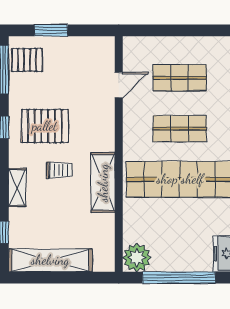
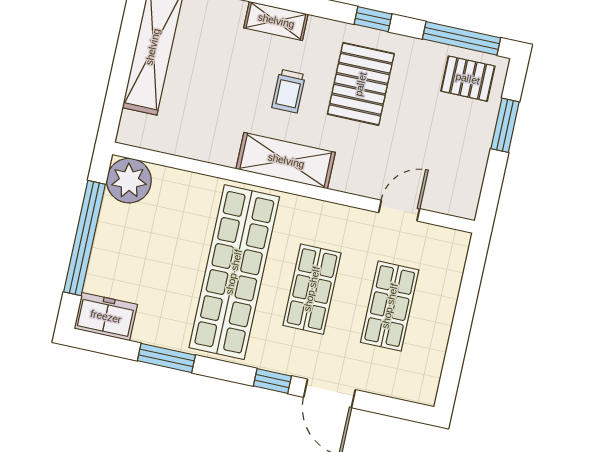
pallet: (27, 60) -> (468, 79), turned 90
door: (119, 85) -> (399, 211), swing flipped
shelving: (103, 183) -> (286, 161), moved

